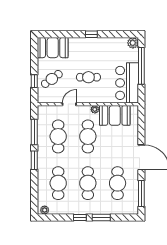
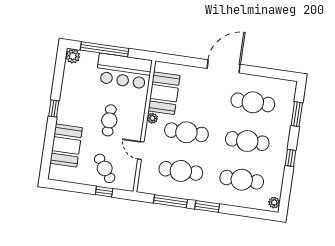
booth: (53, 48) -> (66, 145), moved
window: (141, 194) -> (271, 73), removed
window: (101, 217) -> (297, 114), moved

